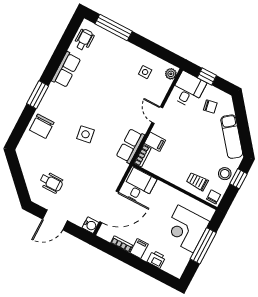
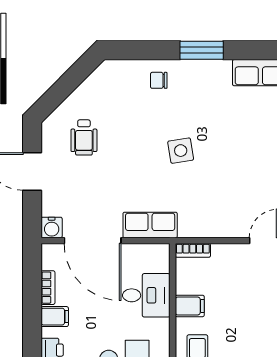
chair: (42, 126) -> (159, 80), width x0.54, depth x0.54
filing cabinet: (155, 142) -> (190, 306), moved, turned -90
row of seats: (130, 146) -> (150, 225), moved
desk: (139, 186) -> (146, 295), moved

